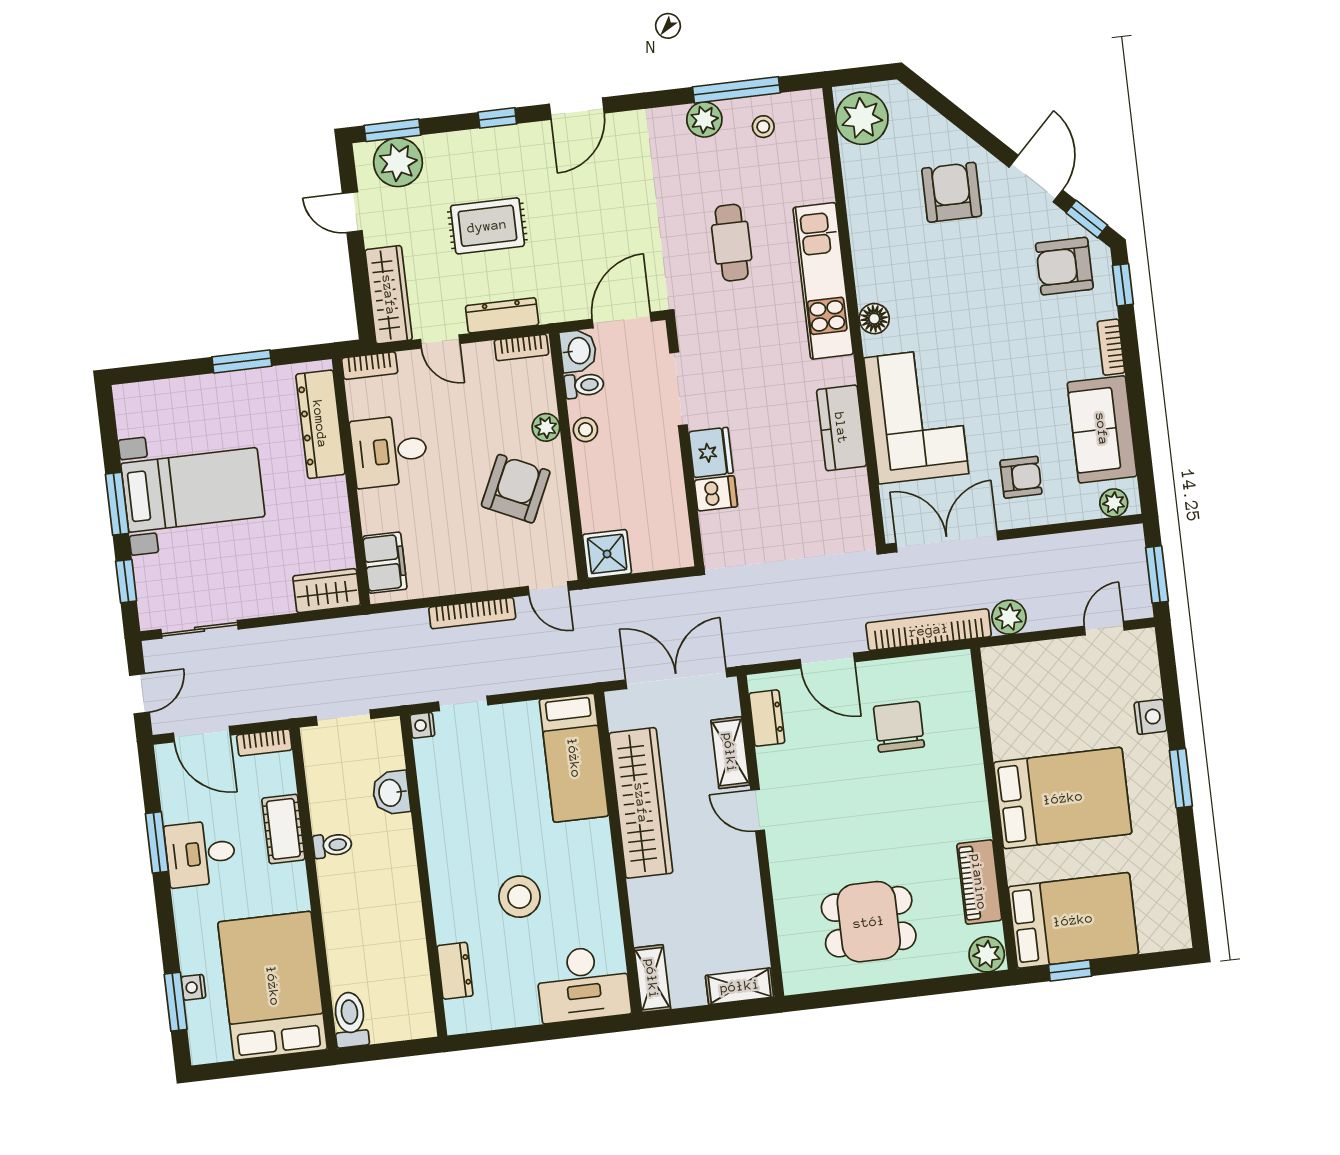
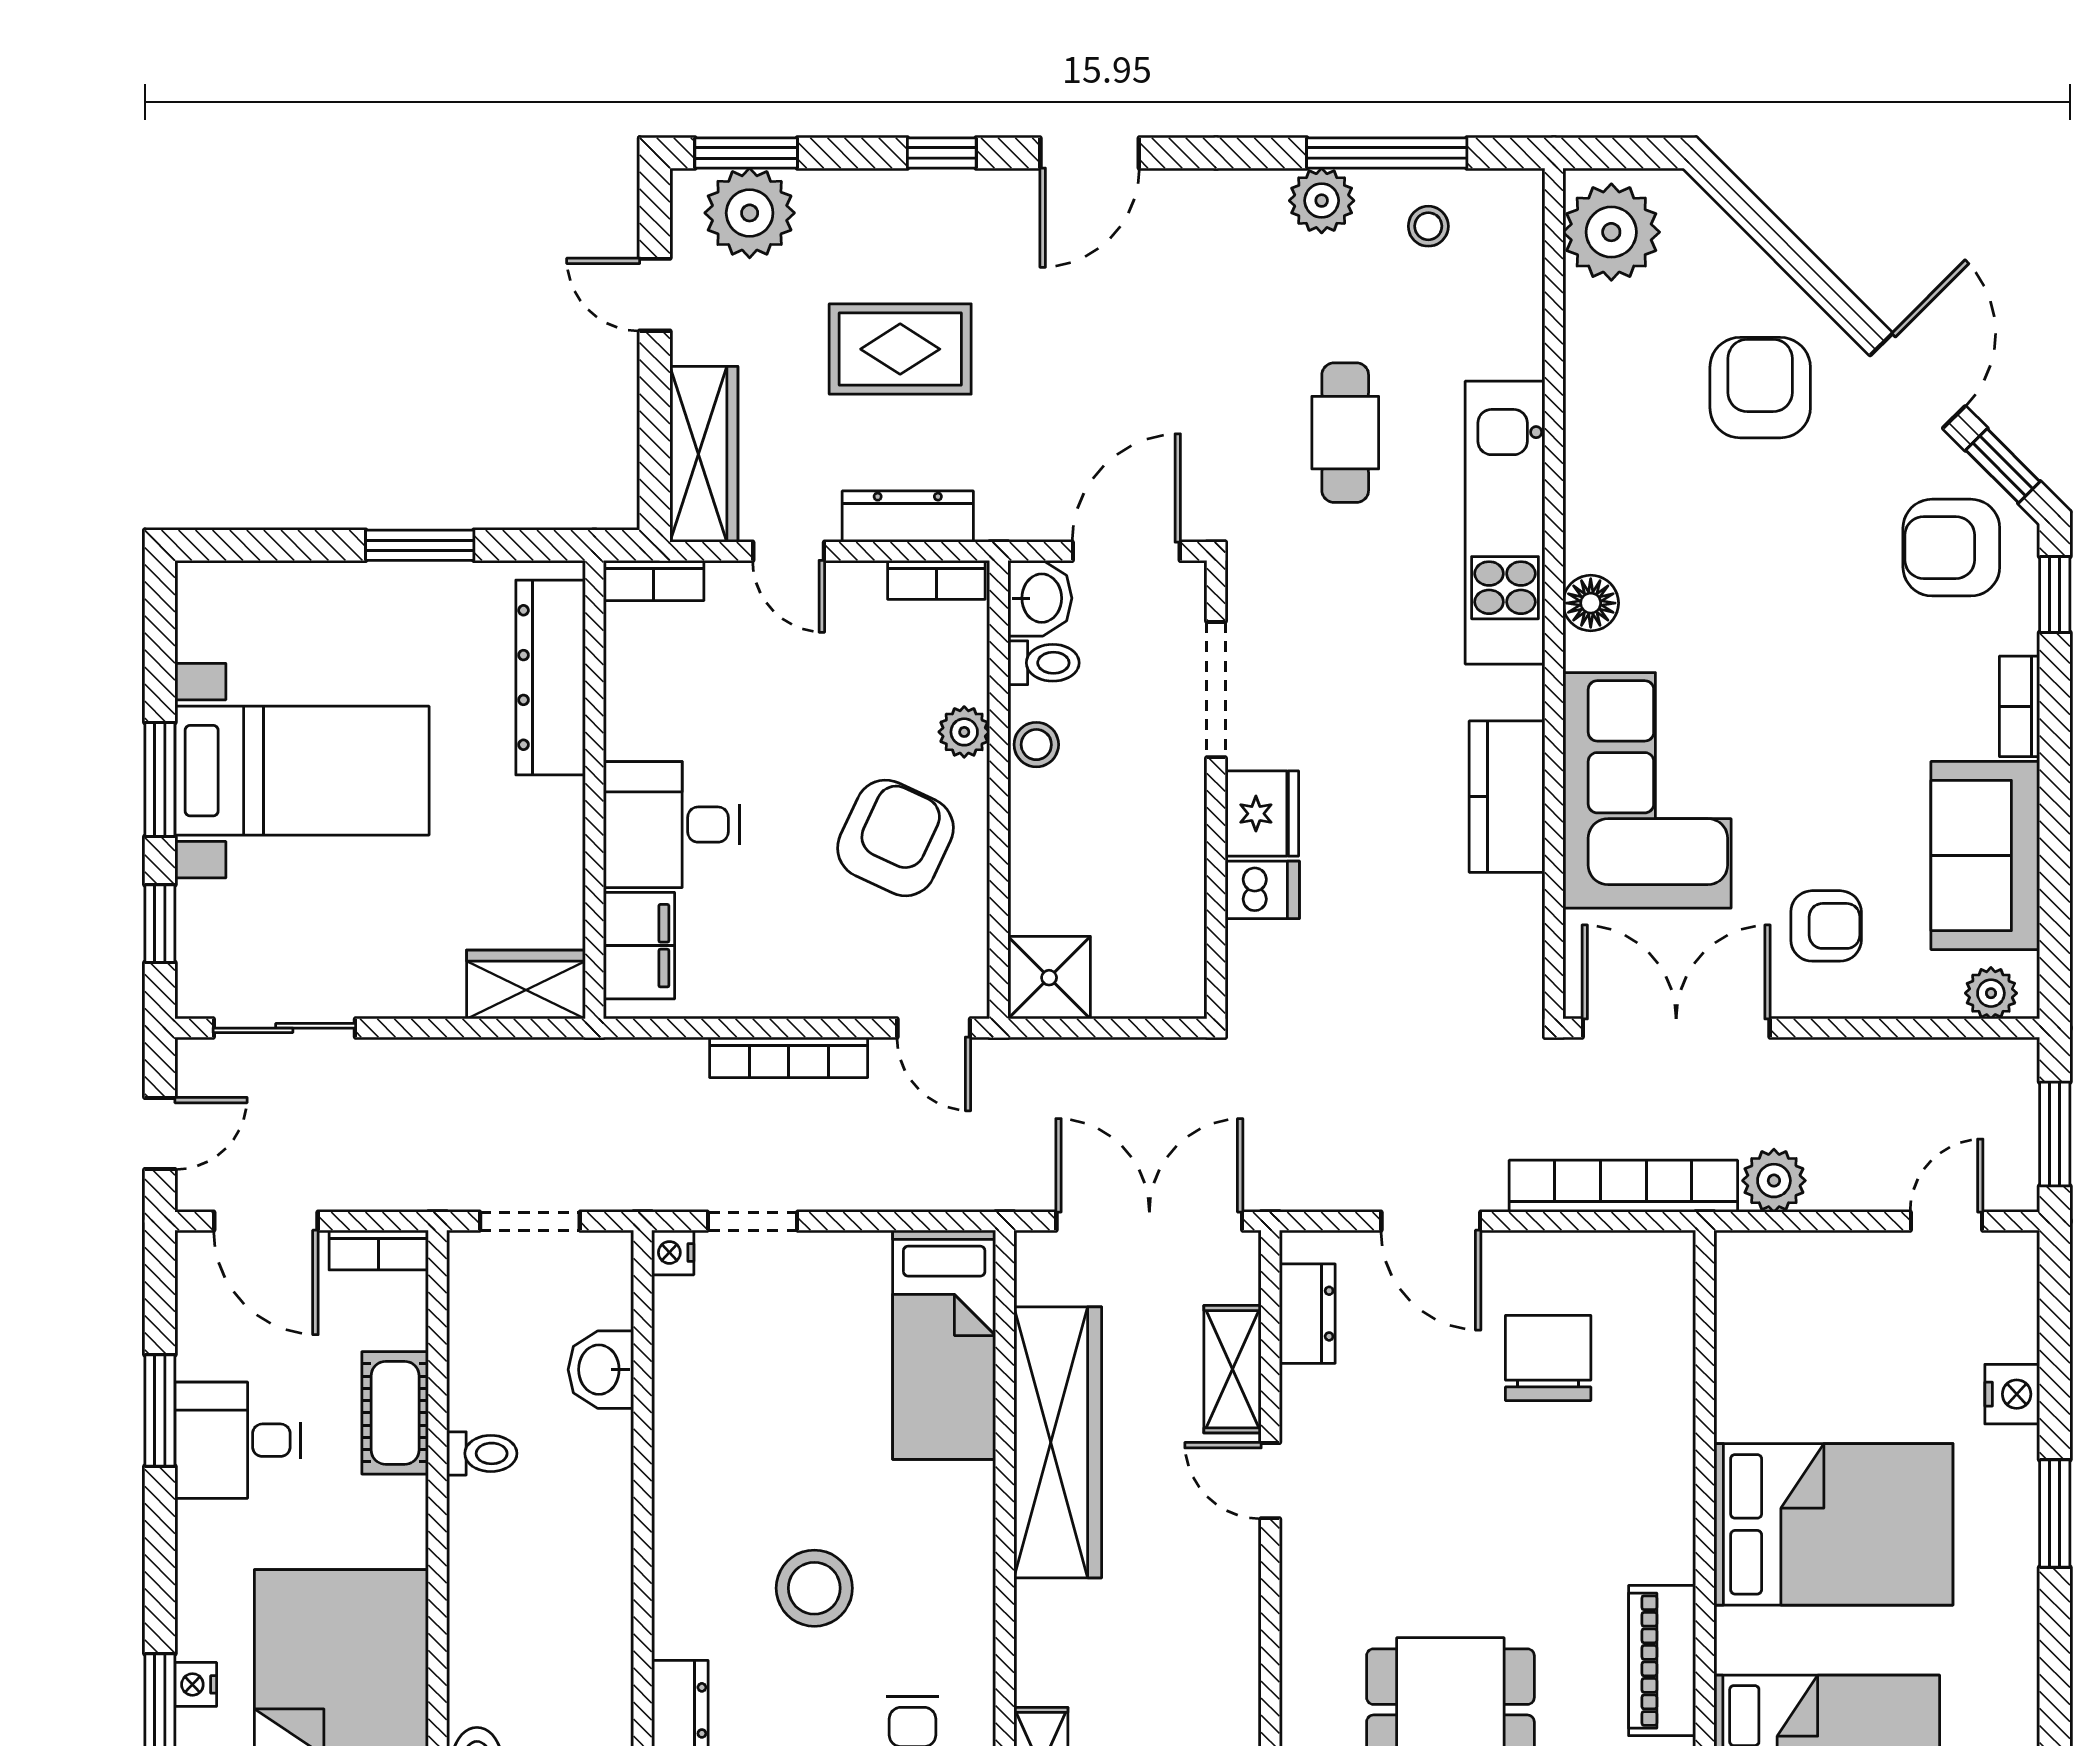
desk: (389, 451) -> (671, 825), moved

